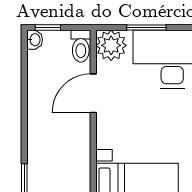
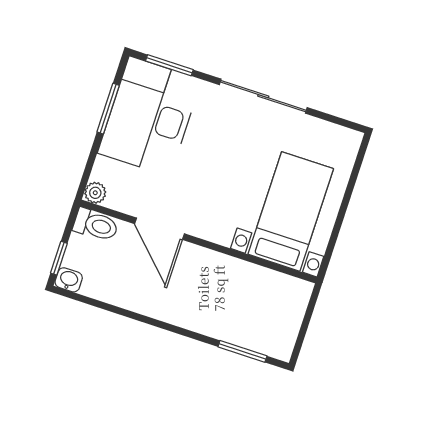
window: (146, 27) -> (108, 109), moved
plant: (111, 45) -> (95, 193), width x0.53, depth x0.53

